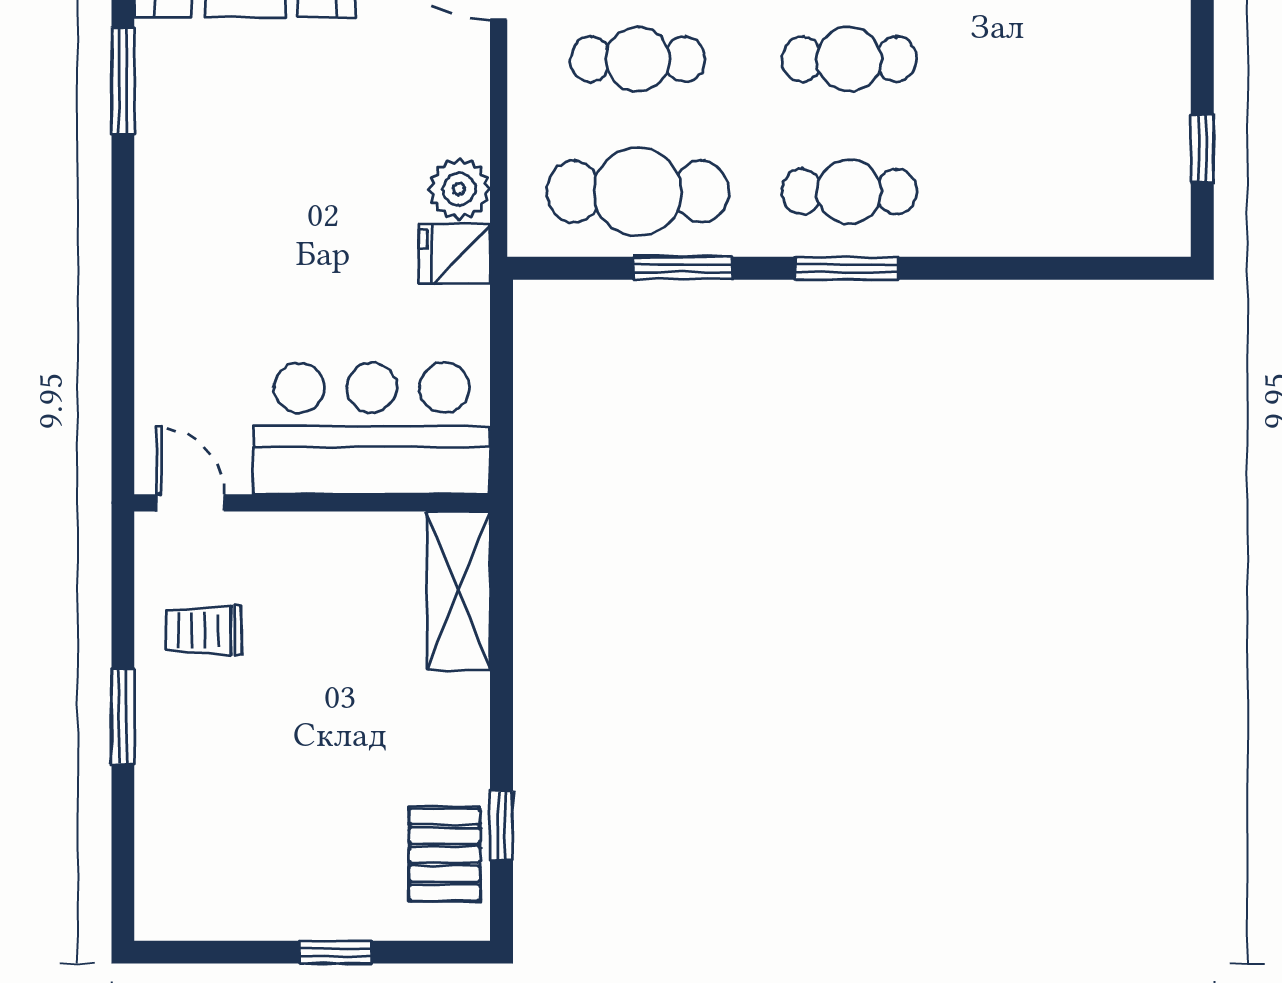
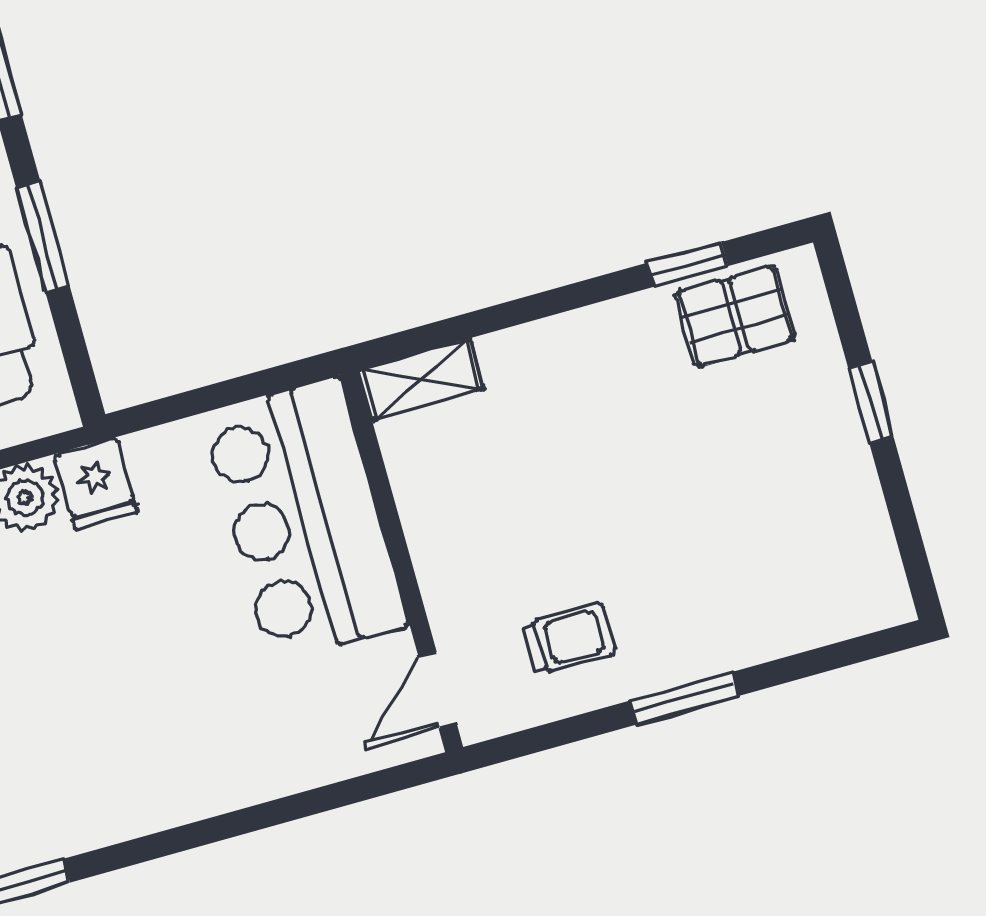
shelving: (458, 591) -> (421, 379), width x0.67, depth x0.75
trolley: (203, 630) -> (569, 638), turned -90

